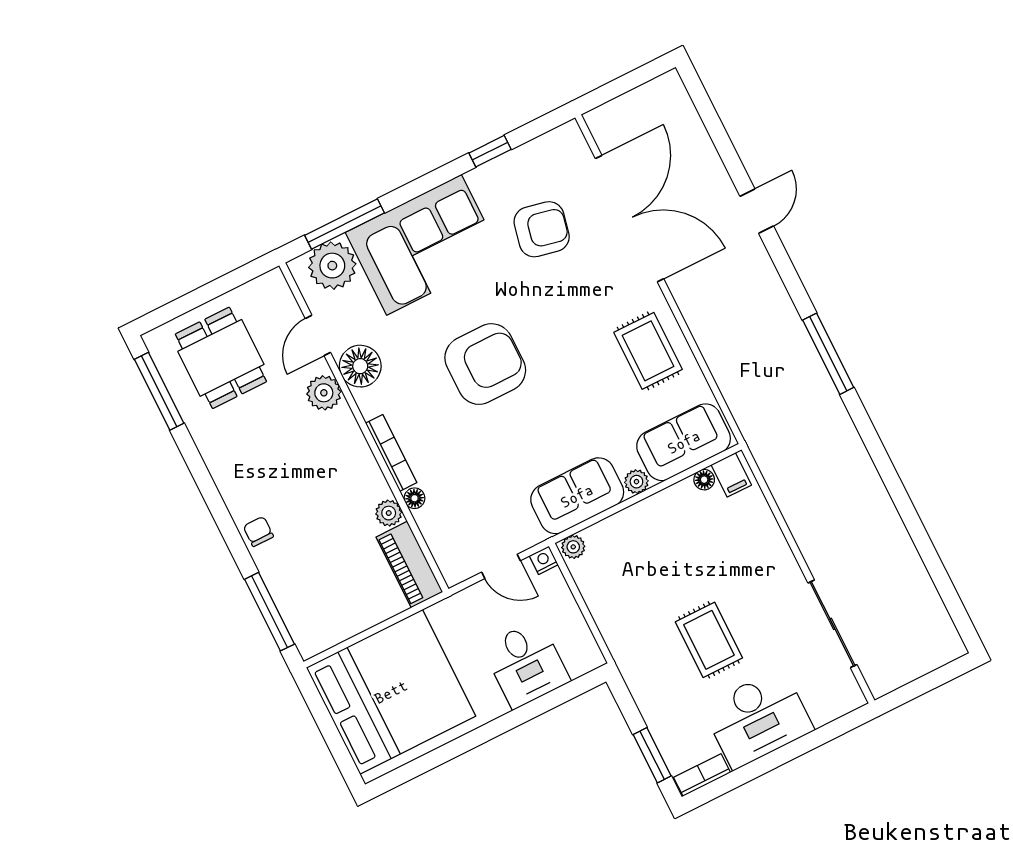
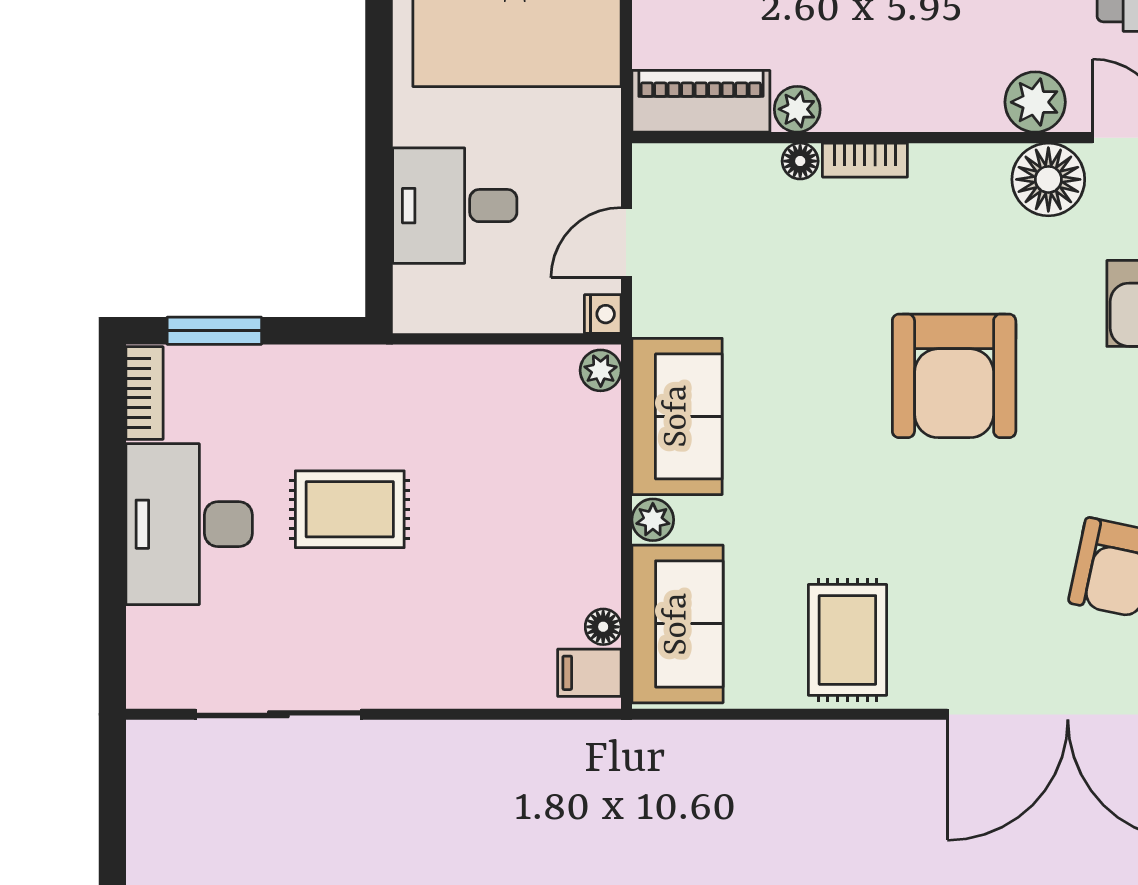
rug: (648, 351) -> (847, 640), turned 90
bookcase: (391, 453) -> (865, 160), width x0.64

